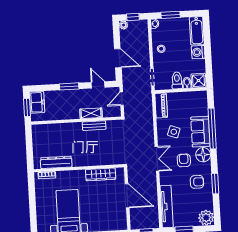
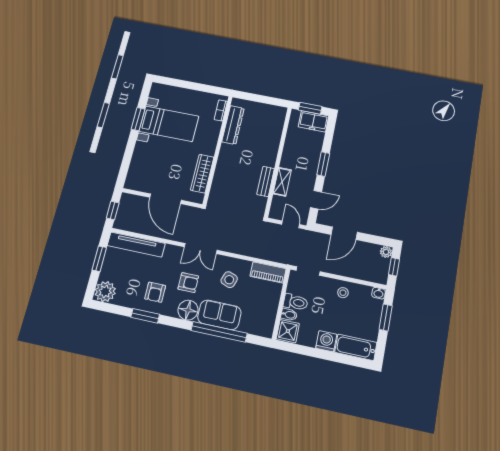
door: (127, 196) -> (165, 199), hinge flipped

